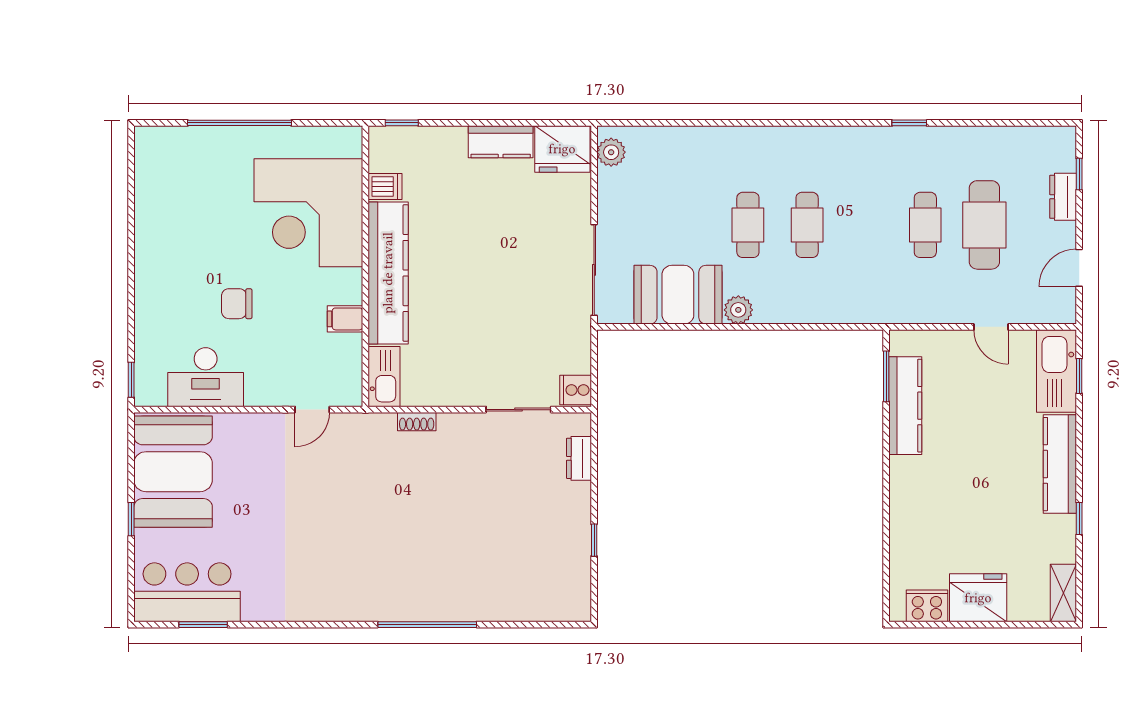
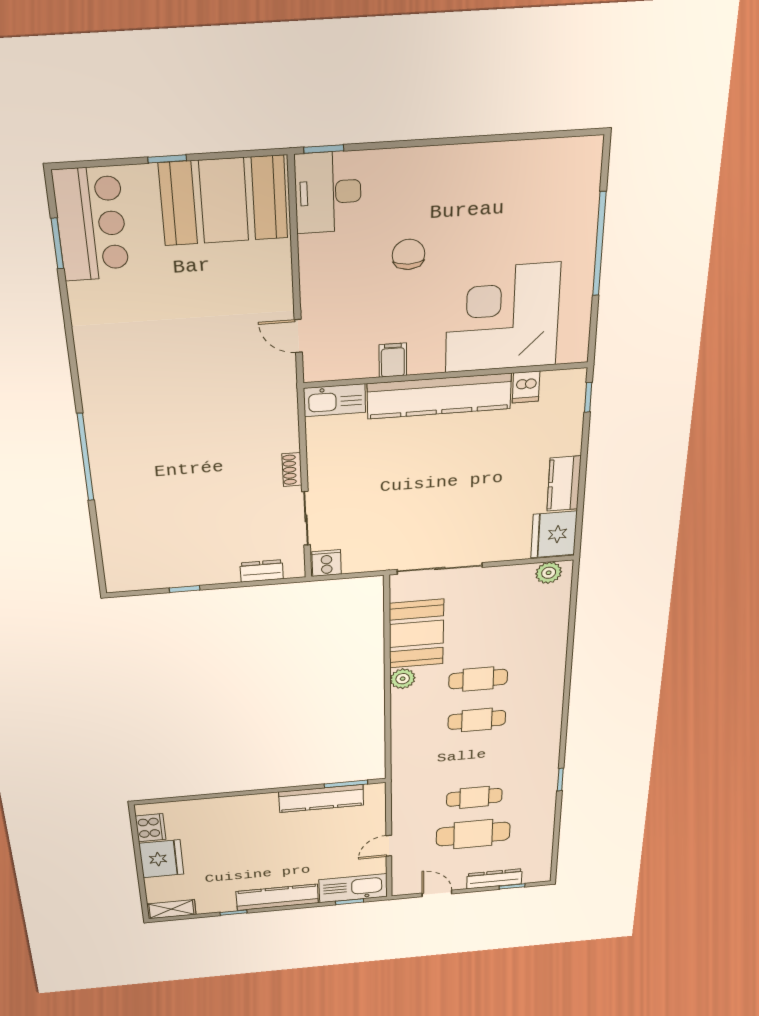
dresser: (1063, 197) -> (494, 879), width x1.44
desk: (206, 377) -> (328, 192), moved
shoe rack: (417, 422) -> (292, 470), moved

